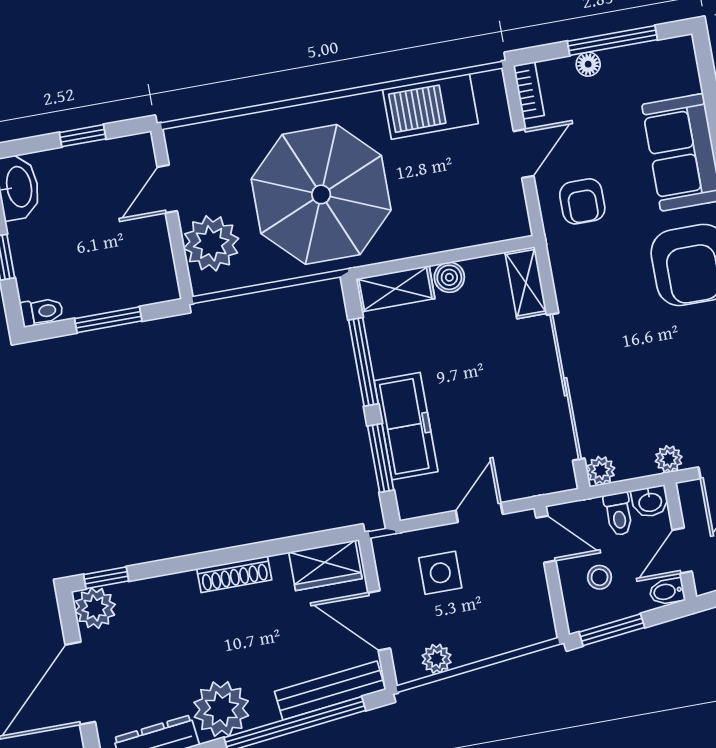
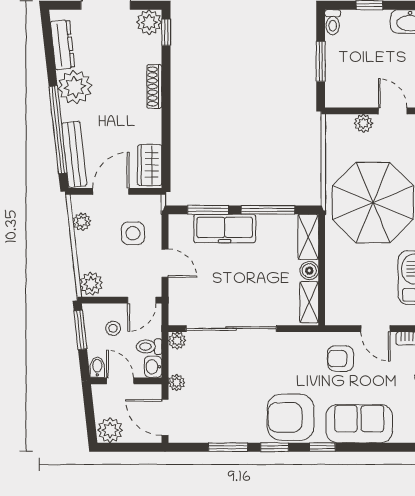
plant: (211, 243) -> (363, 123), width x0.53, depth x0.53
shelving: (526, 283) -> (309, 302), moved, turned 90
shoe rack: (234, 574) -> (154, 86), moved
plant: (534, 625) -> (91, 284), added

